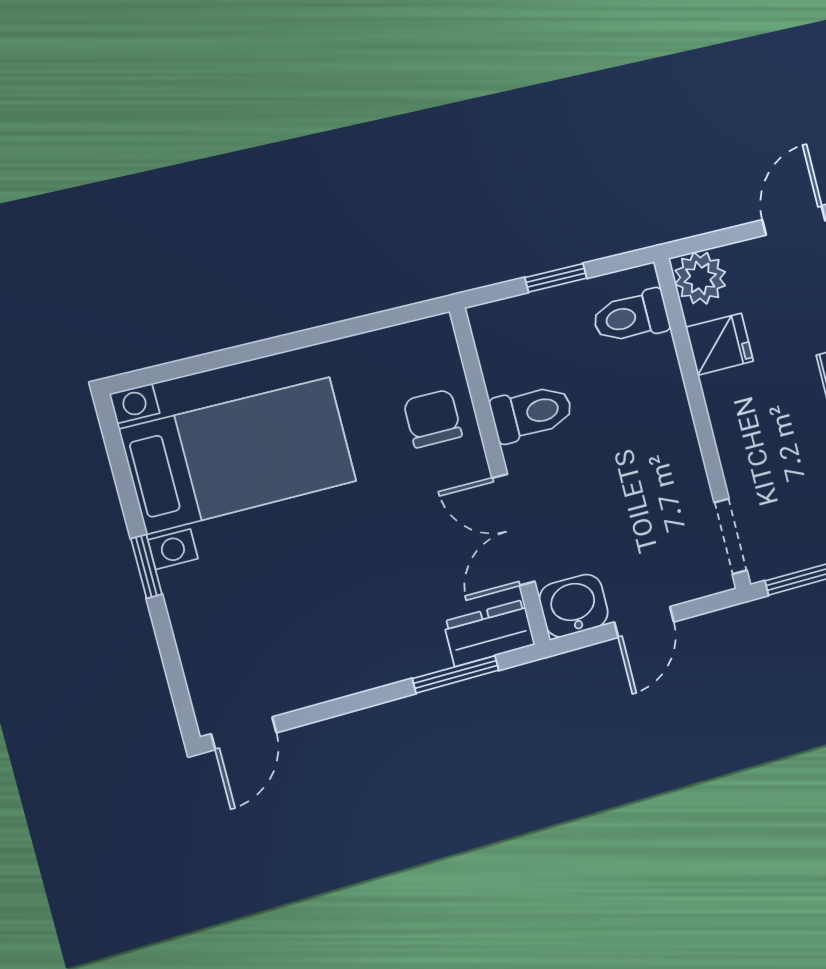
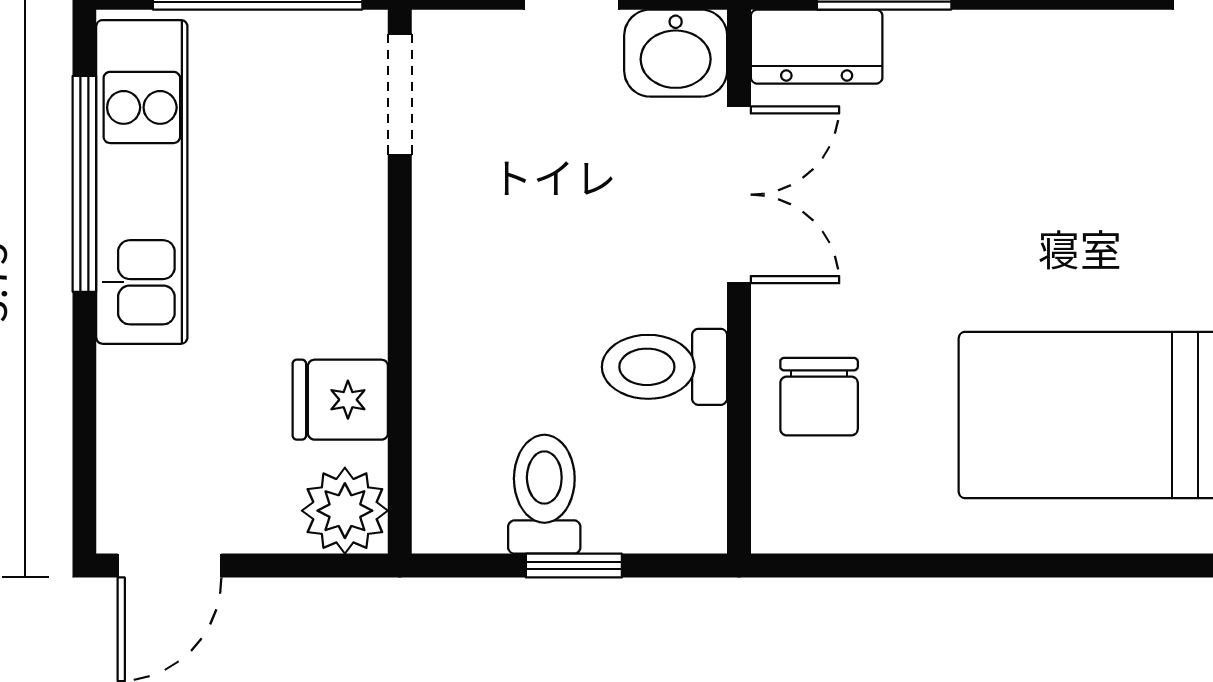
toilet: (631, 317) -> (544, 494), moved, turned -90

